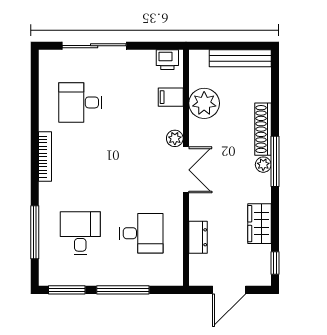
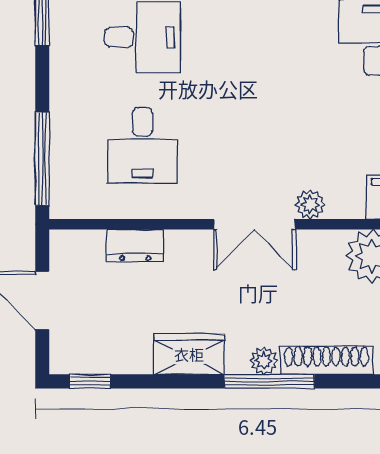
wardrobe: (259, 224) -> (189, 354), moved
window: (123, 290) -> (42, 159), moved

